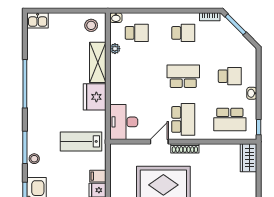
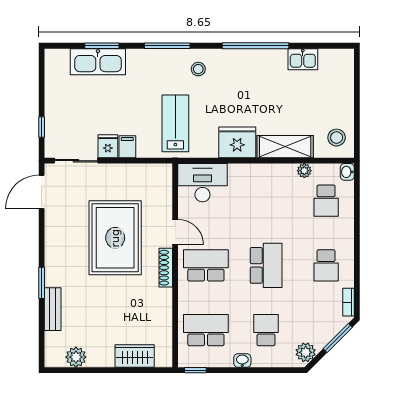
kitchen sink: (38, 20) -> (303, 59), moved, turned -90
plant: (246, 48) -> (306, 352), added
school desk: (230, 76) -> (266, 330), turned 180
school desk: (183, 119) -> (206, 265), turned 180
school desk: (230, 119) -> (206, 330), turned 90
wardrobe: (248, 158) -> (135, 356), moved
stool: (34, 159) -> (198, 69), moved

